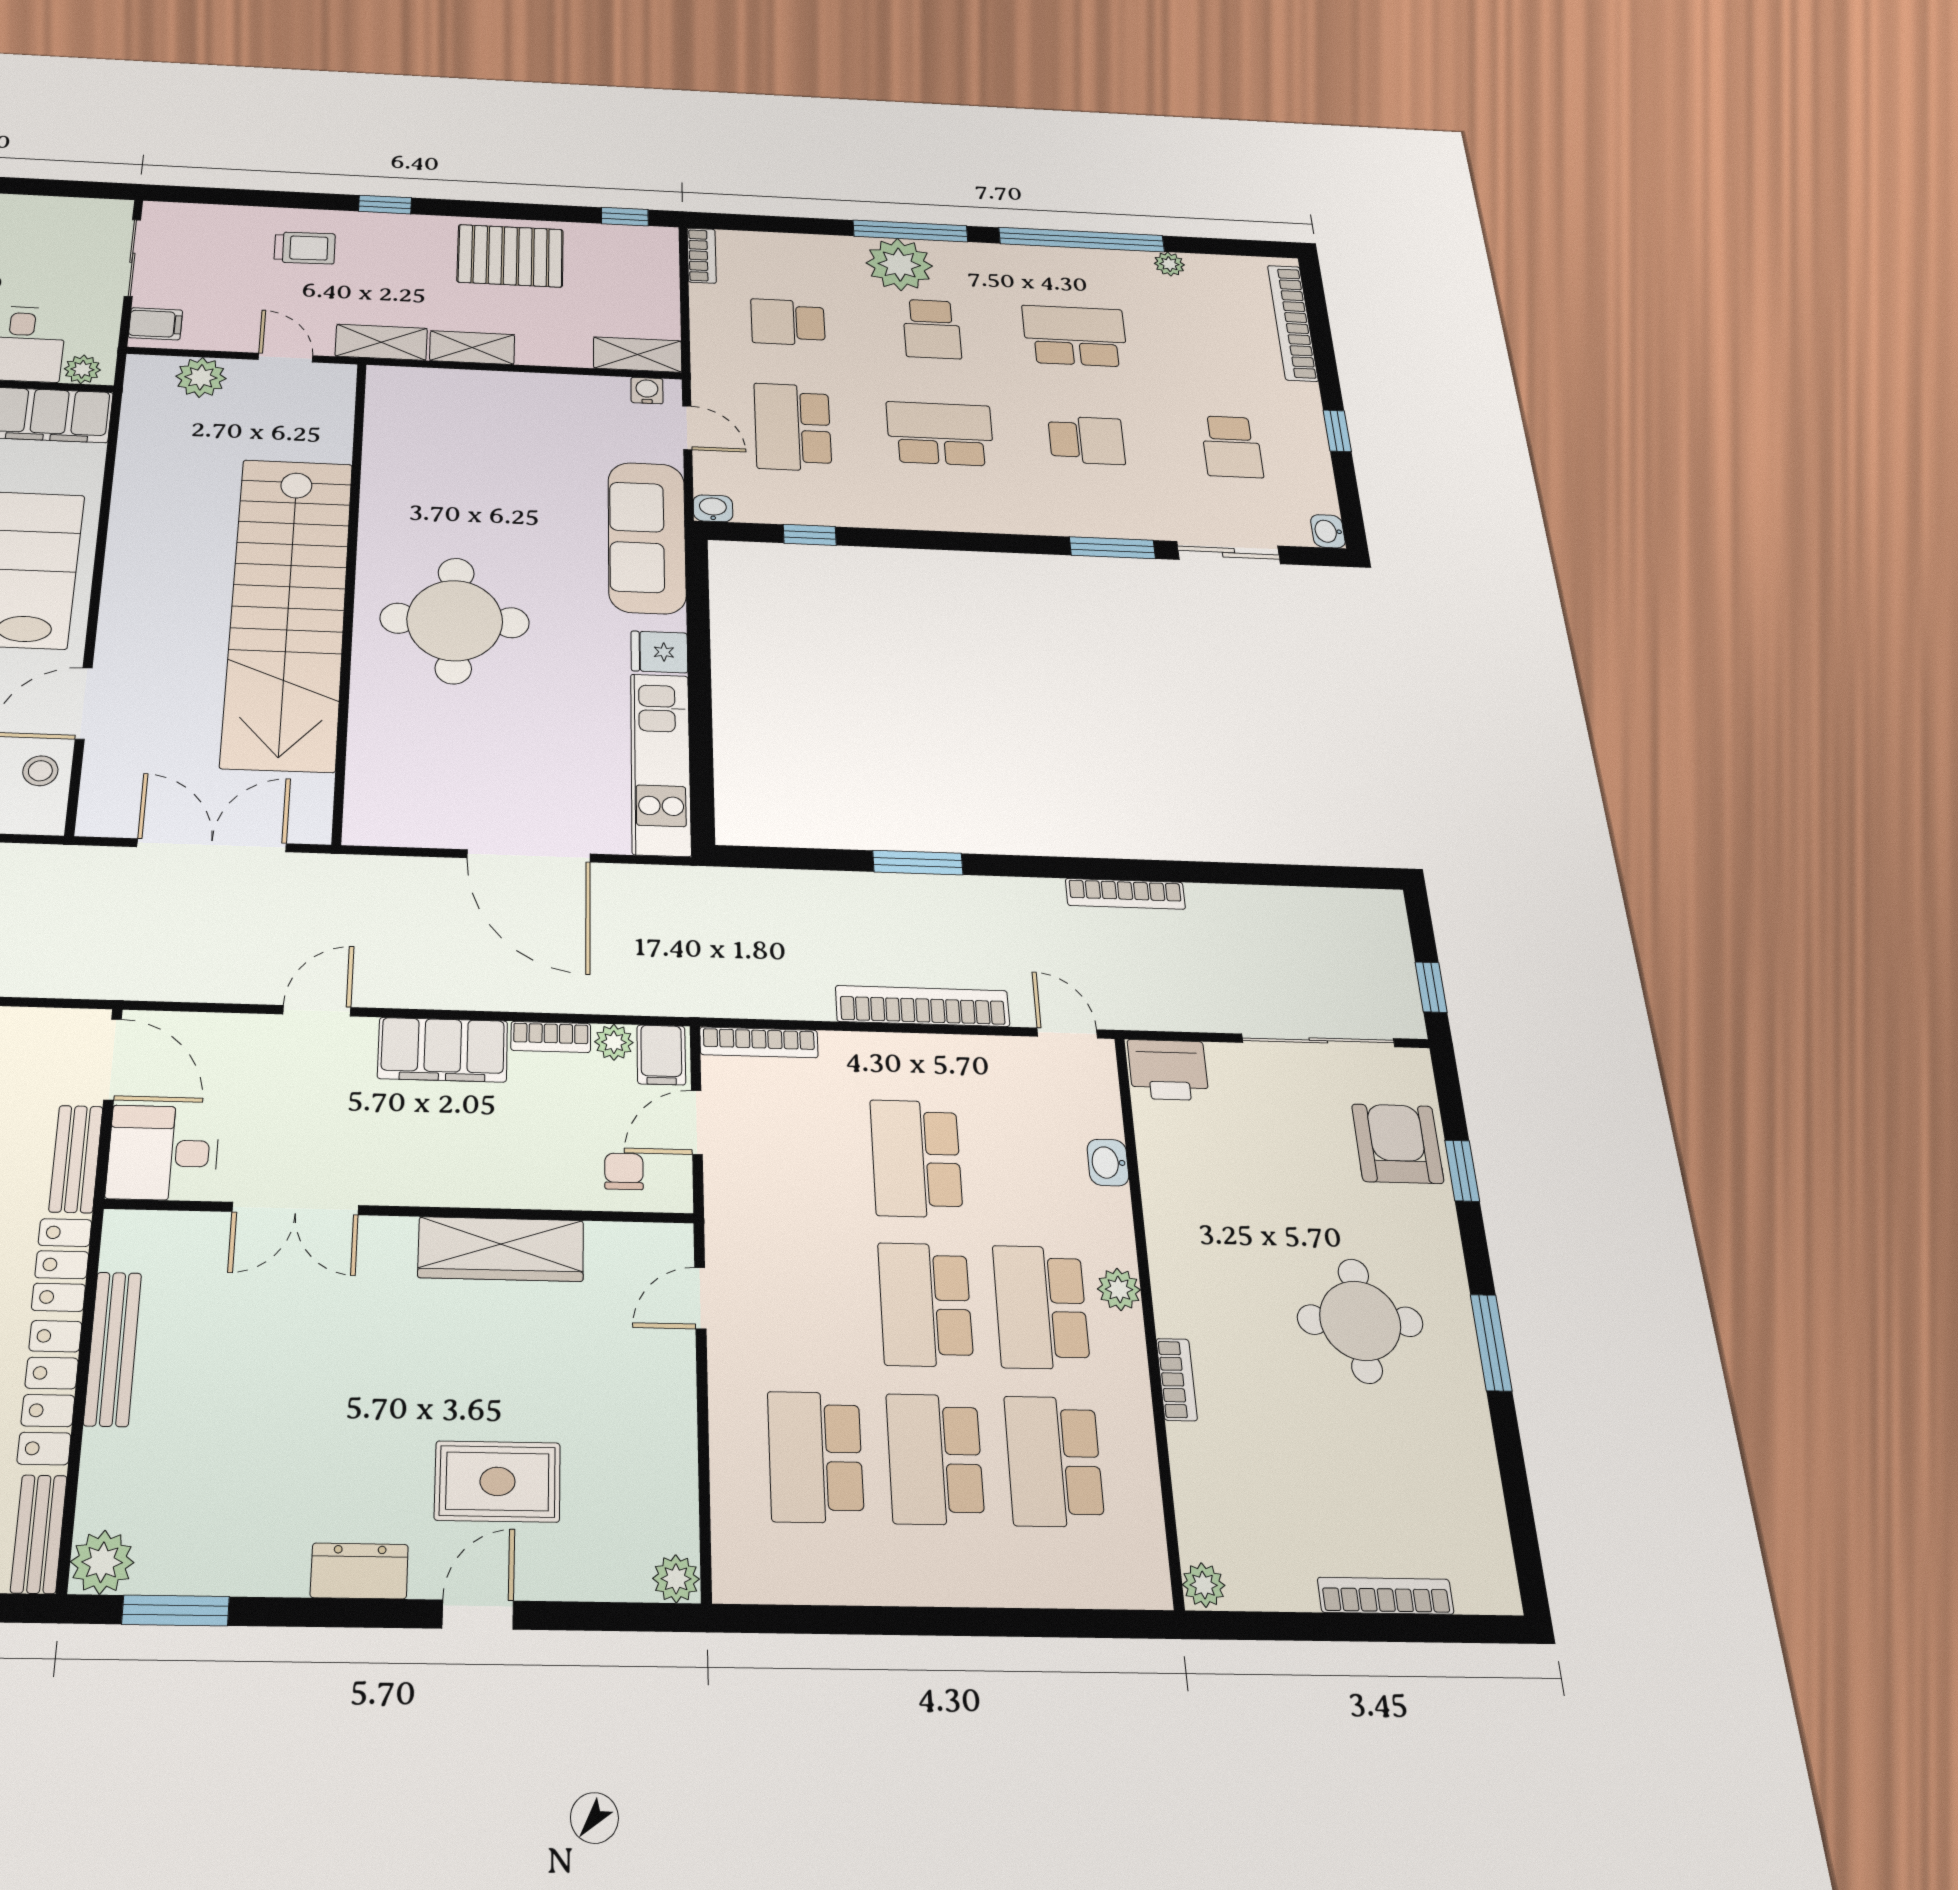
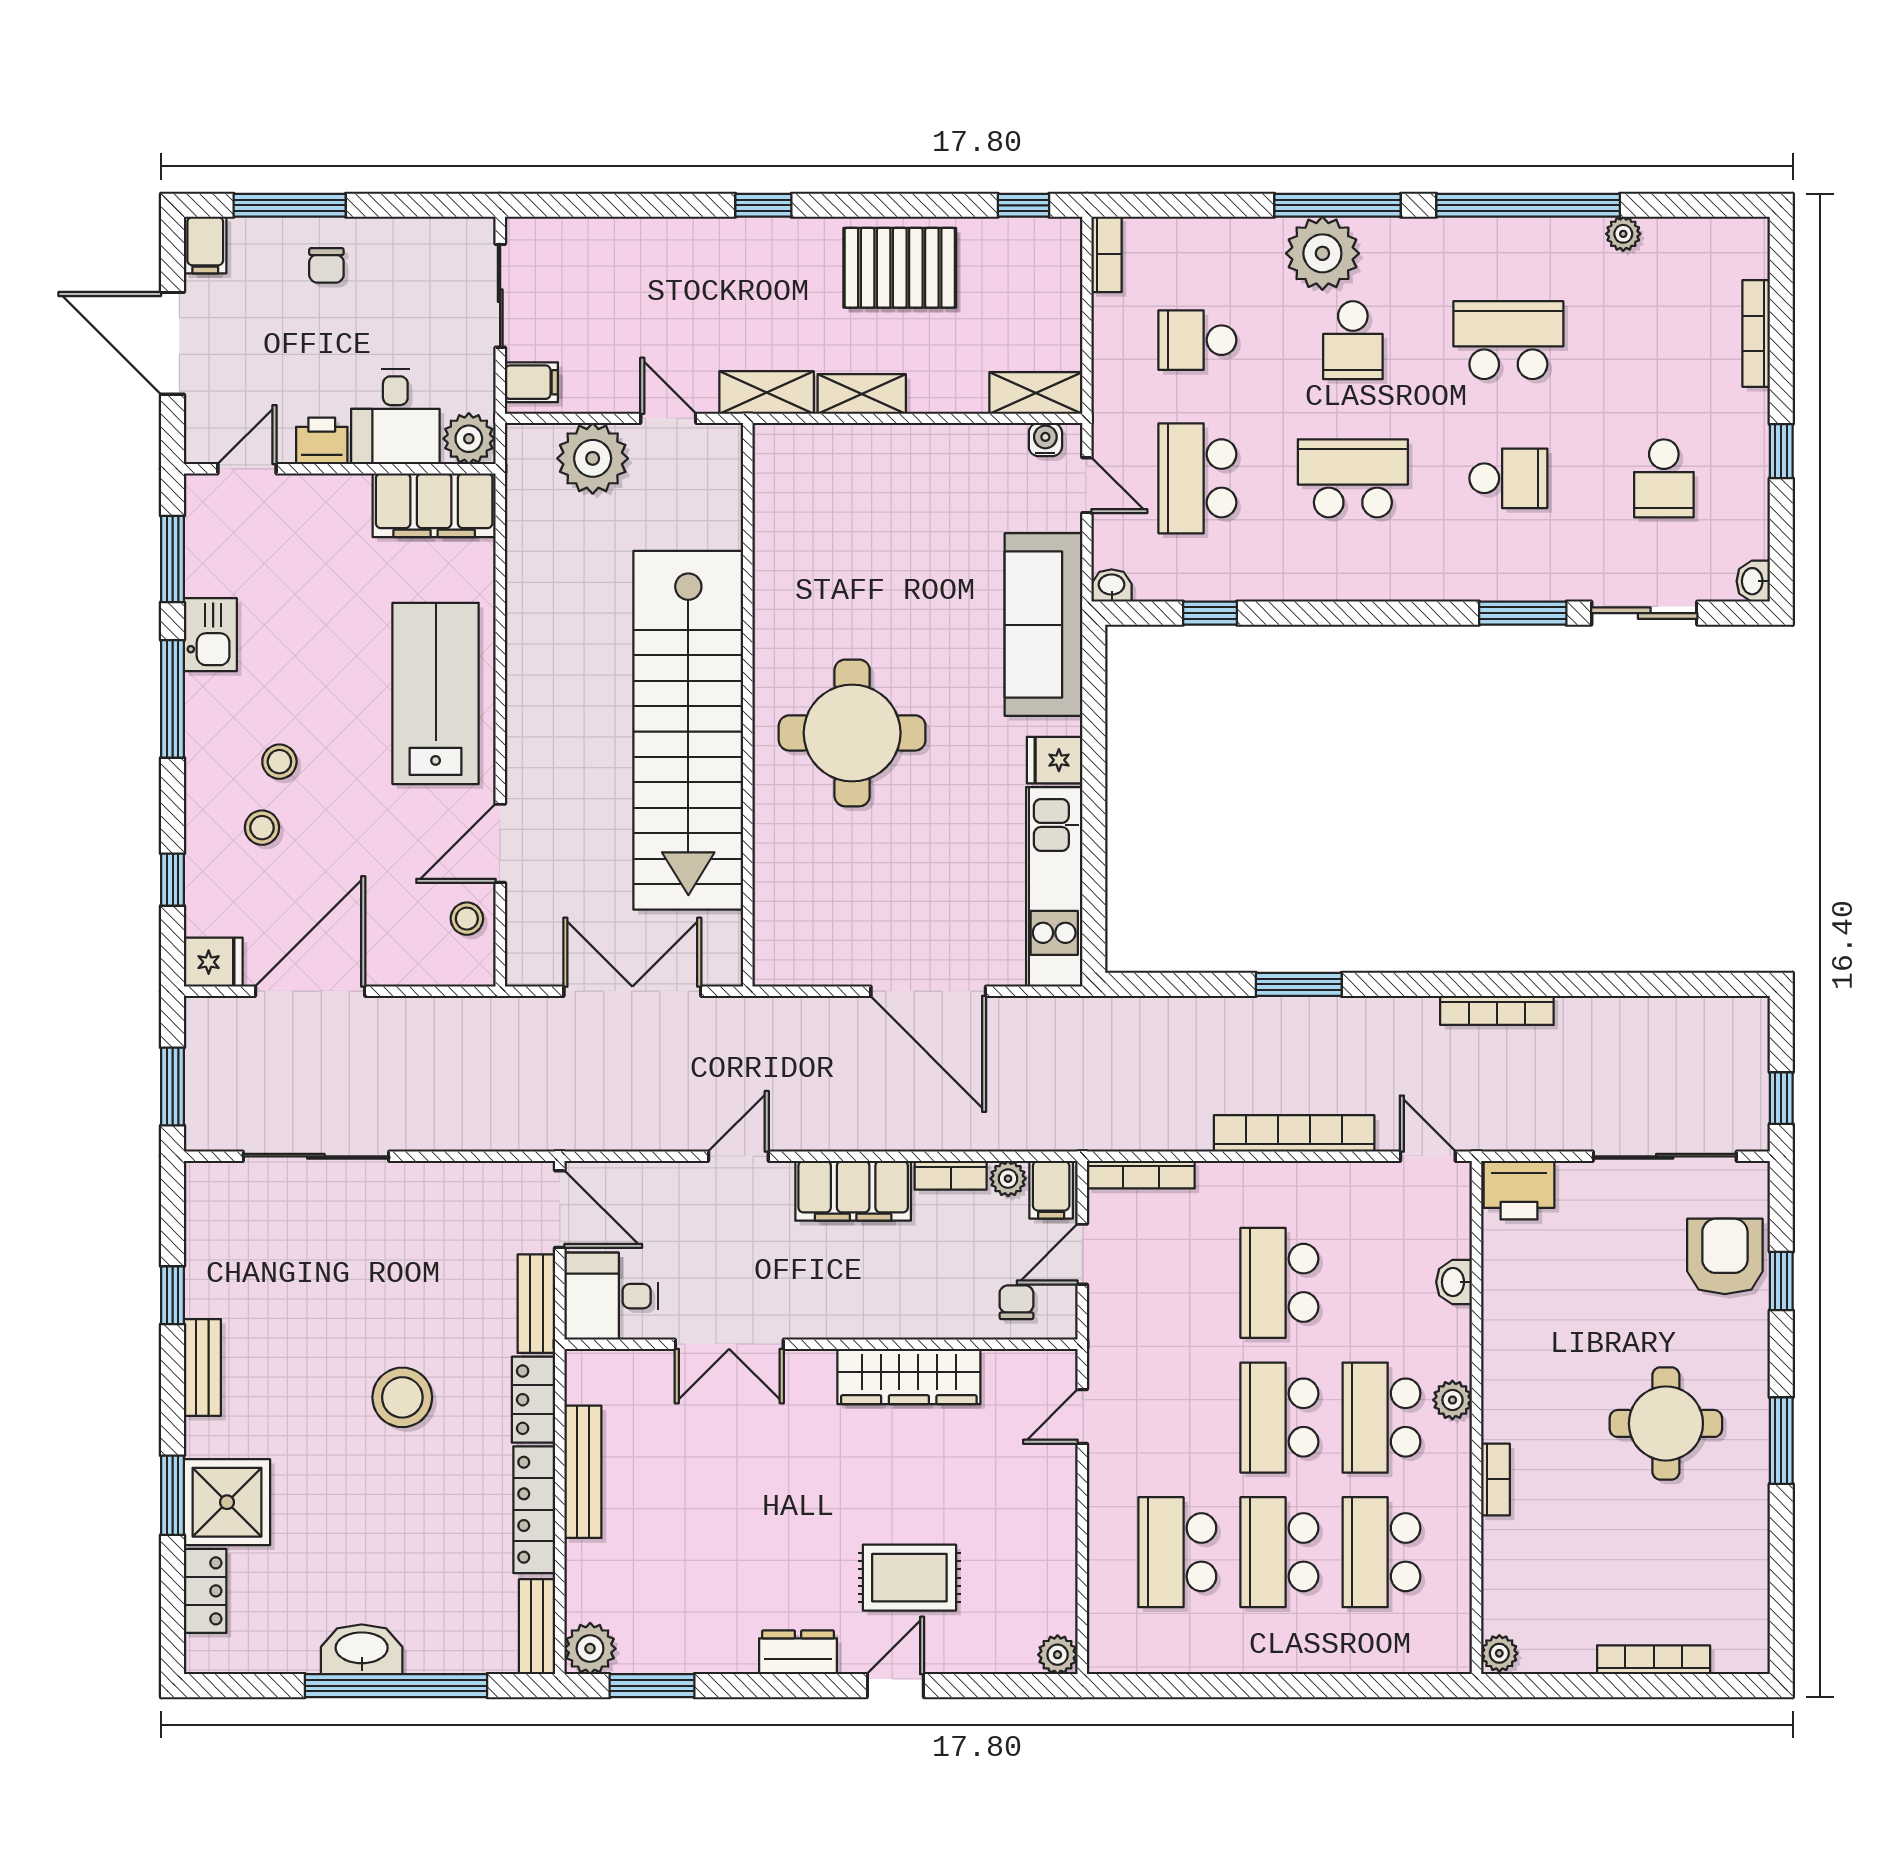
trolley: (305, 248) -> (680, 271), removed
bookcase: (1293, 323) -> (1756, 333), width x0.68, depth x0.76
plant: (82, 369) -> (469, 439), width x1.38, depth x1.38
plant: (201, 377) -> (593, 458), width x1.36, depth x1.36

